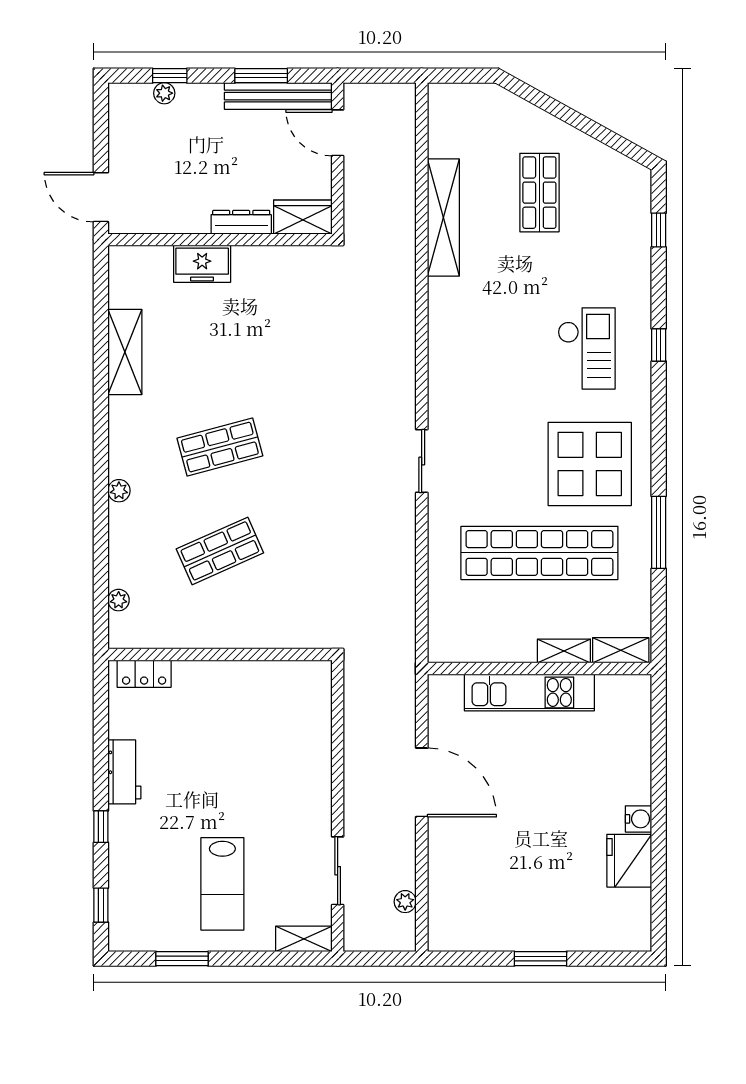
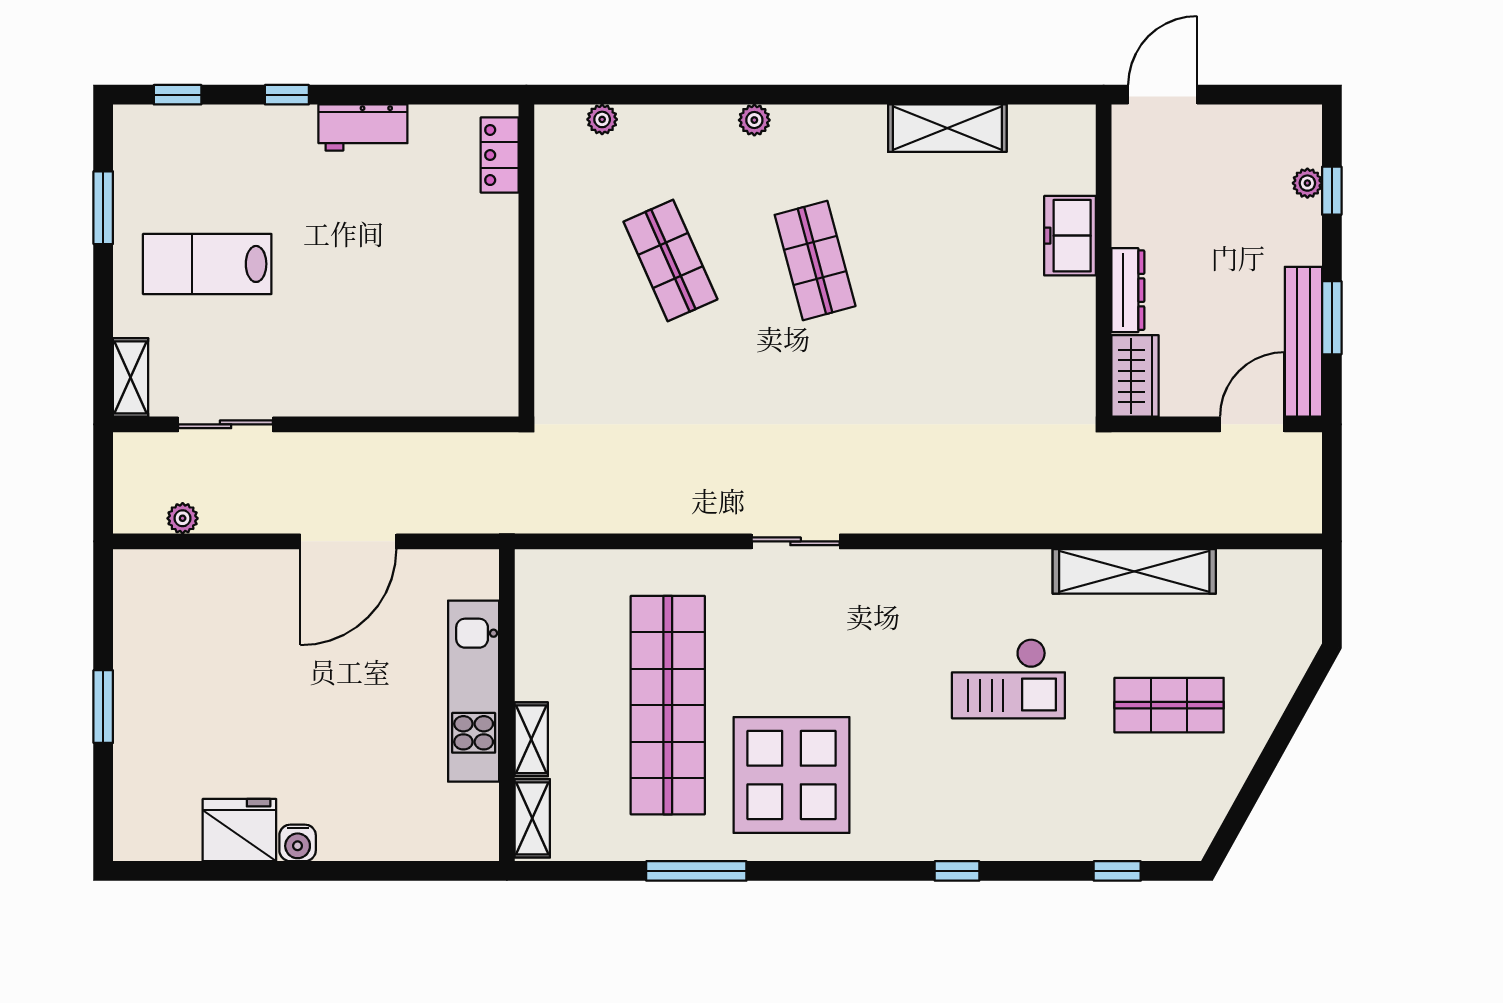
checkout: (587, 348) -> (1008, 679), moved

